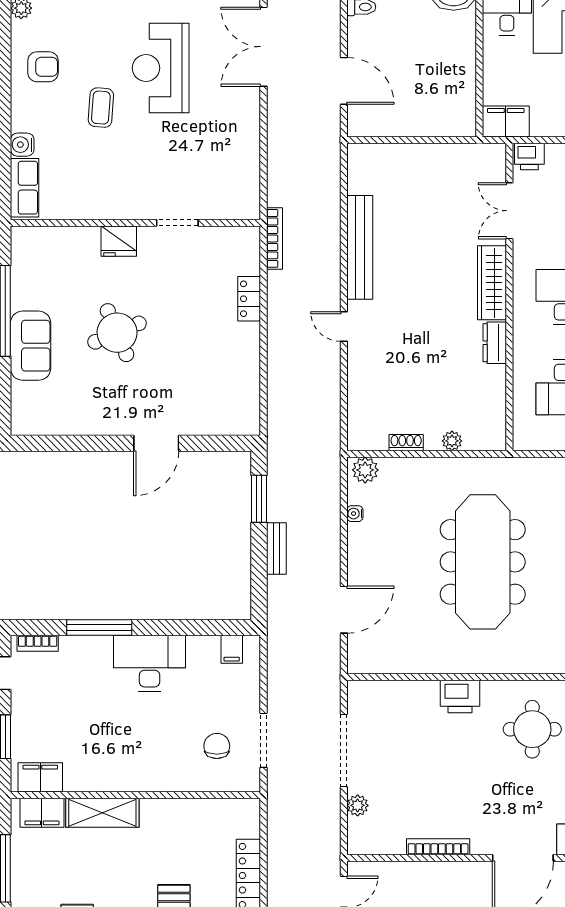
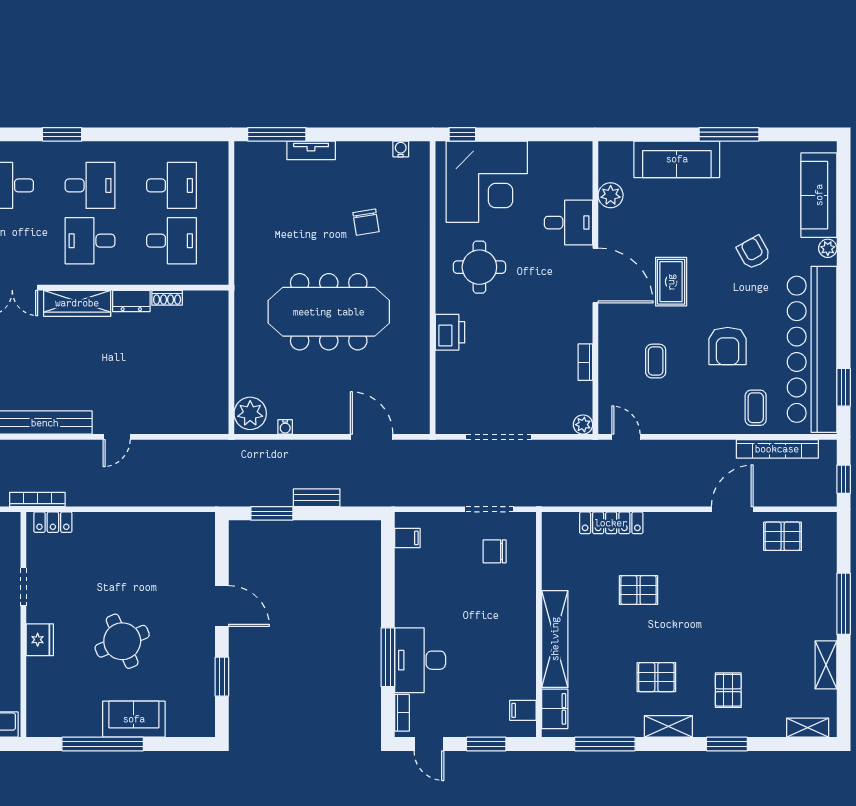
locker: (249, 299) -> (53, 522), moved
plant: (452, 441) -> (220, 339), removed
window: (78, 443) -> (222, 677), added
shoe rack: (406, 443) -> (167, 298), moved, turned -90
plant: (365, 470) -> (250, 413), width x1.36, depth x1.36
desk: (150, 663) -> (420, 660), moved
filing cabinet: (40, 777) -> (523, 710), width x0.50
plant: (358, 805) -> (583, 425), moved
shelving: (102, 813) -> (555, 639), width x1.47
bookcase: (438, 847) -> (585, 362), width x0.64

